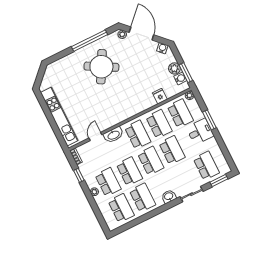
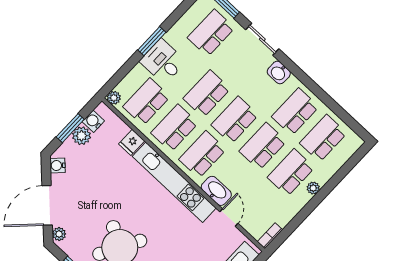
window: (186, 73) -> (70, 128), moved
kitchen unit: (128, 112) -> (174, 182), added
window: (209, 120) -> (152, 41), moved
door: (95, 136) -> (229, 217), swing flipped
window: (79, 175) -> (297, 221), removed

